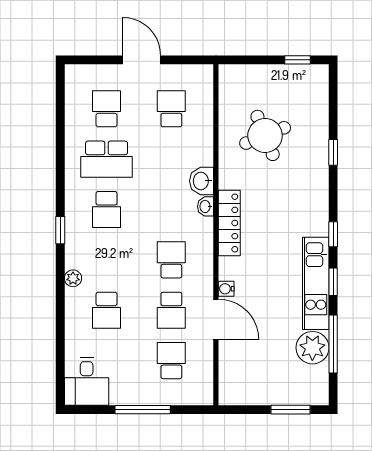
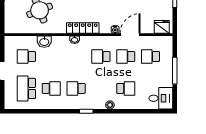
school desk: (107, 109) -> (26, 88), width x1.85
school desk: (107, 159) -> (51, 88), width x0.54
washbasin: (202, 181) -> (44, 42), moved
school desk: (107, 210) -> (76, 88), turned 180
school desk: (171, 310) -> (126, 56), turned 180
fridge: (231, 383) -> (162, 27), added

